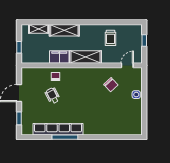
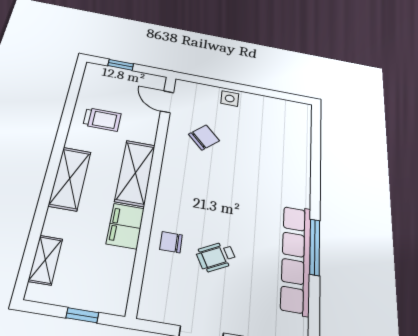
shelving: (64, 30) -> (70, 179), moved

